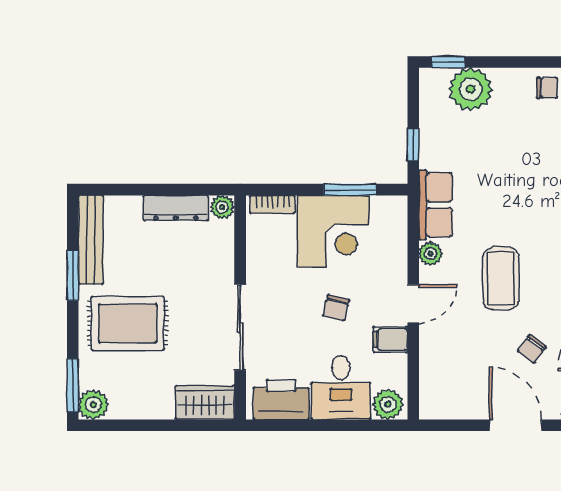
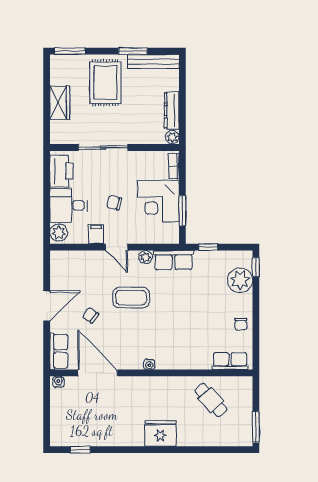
wardrobe: (205, 402) -> (60, 103), moved
plant: (93, 405) -> (59, 63), removed

